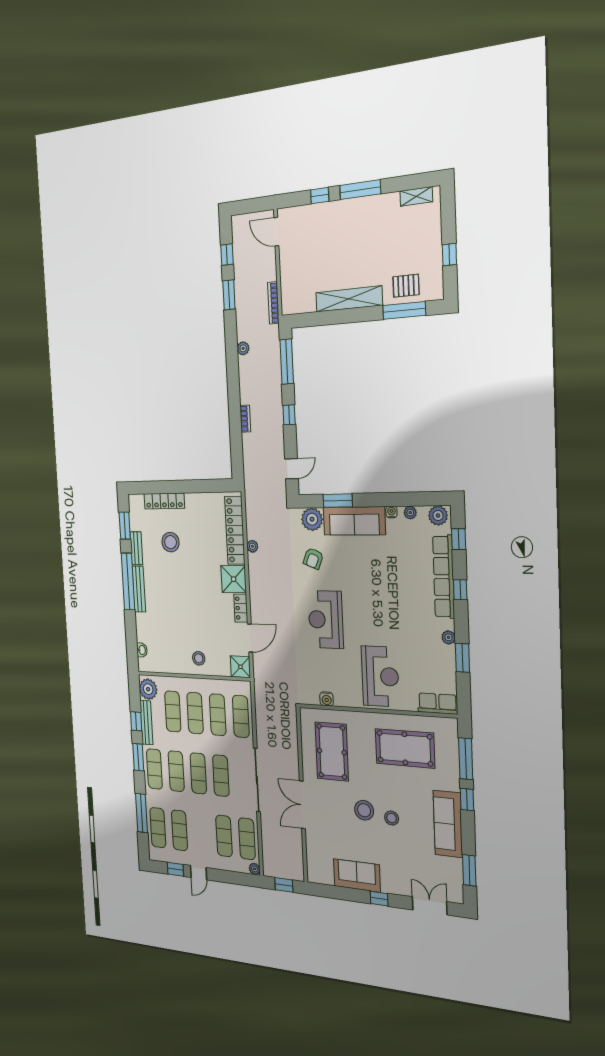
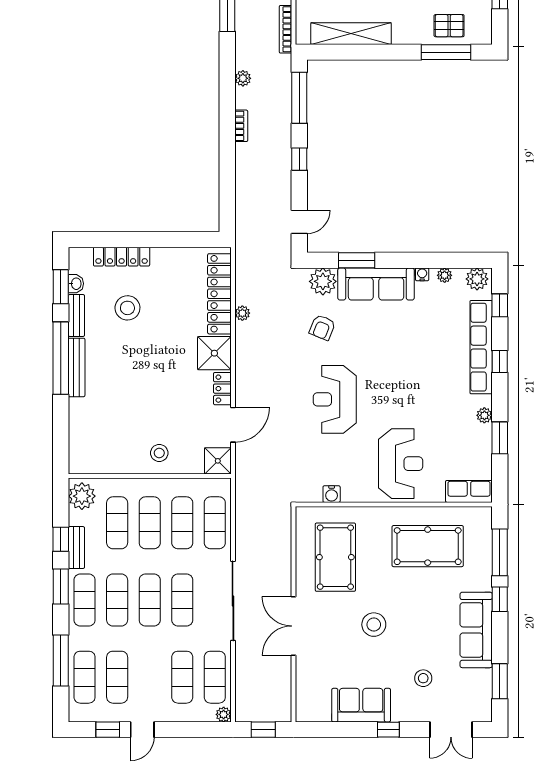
shelving: (349, 299) -> (351, 34), moved
bookcase: (245, 419) -> (241, 126), moved
washbasin: (142, 650) -> (76, 284), moved
bench: (146, 723) -> (76, 548), width x0.73
stool: (392, 818) -> (423, 678), moved
double door: (430, 906) -> (451, 730), swing flipped

